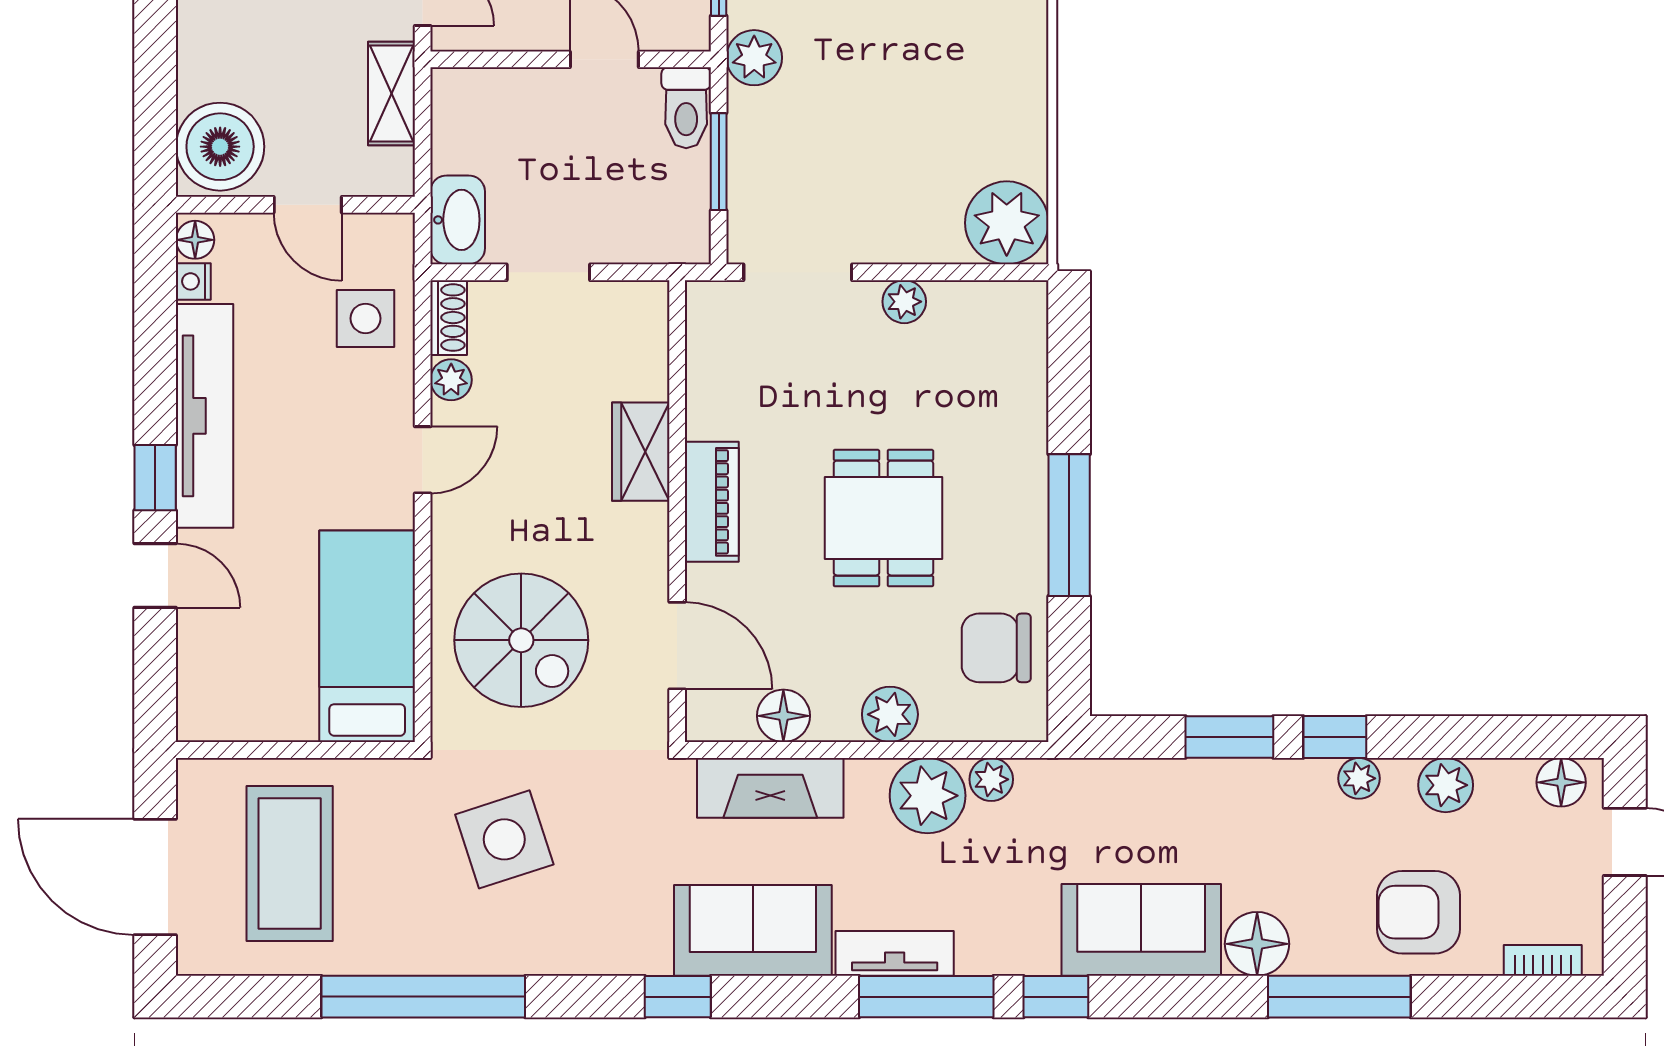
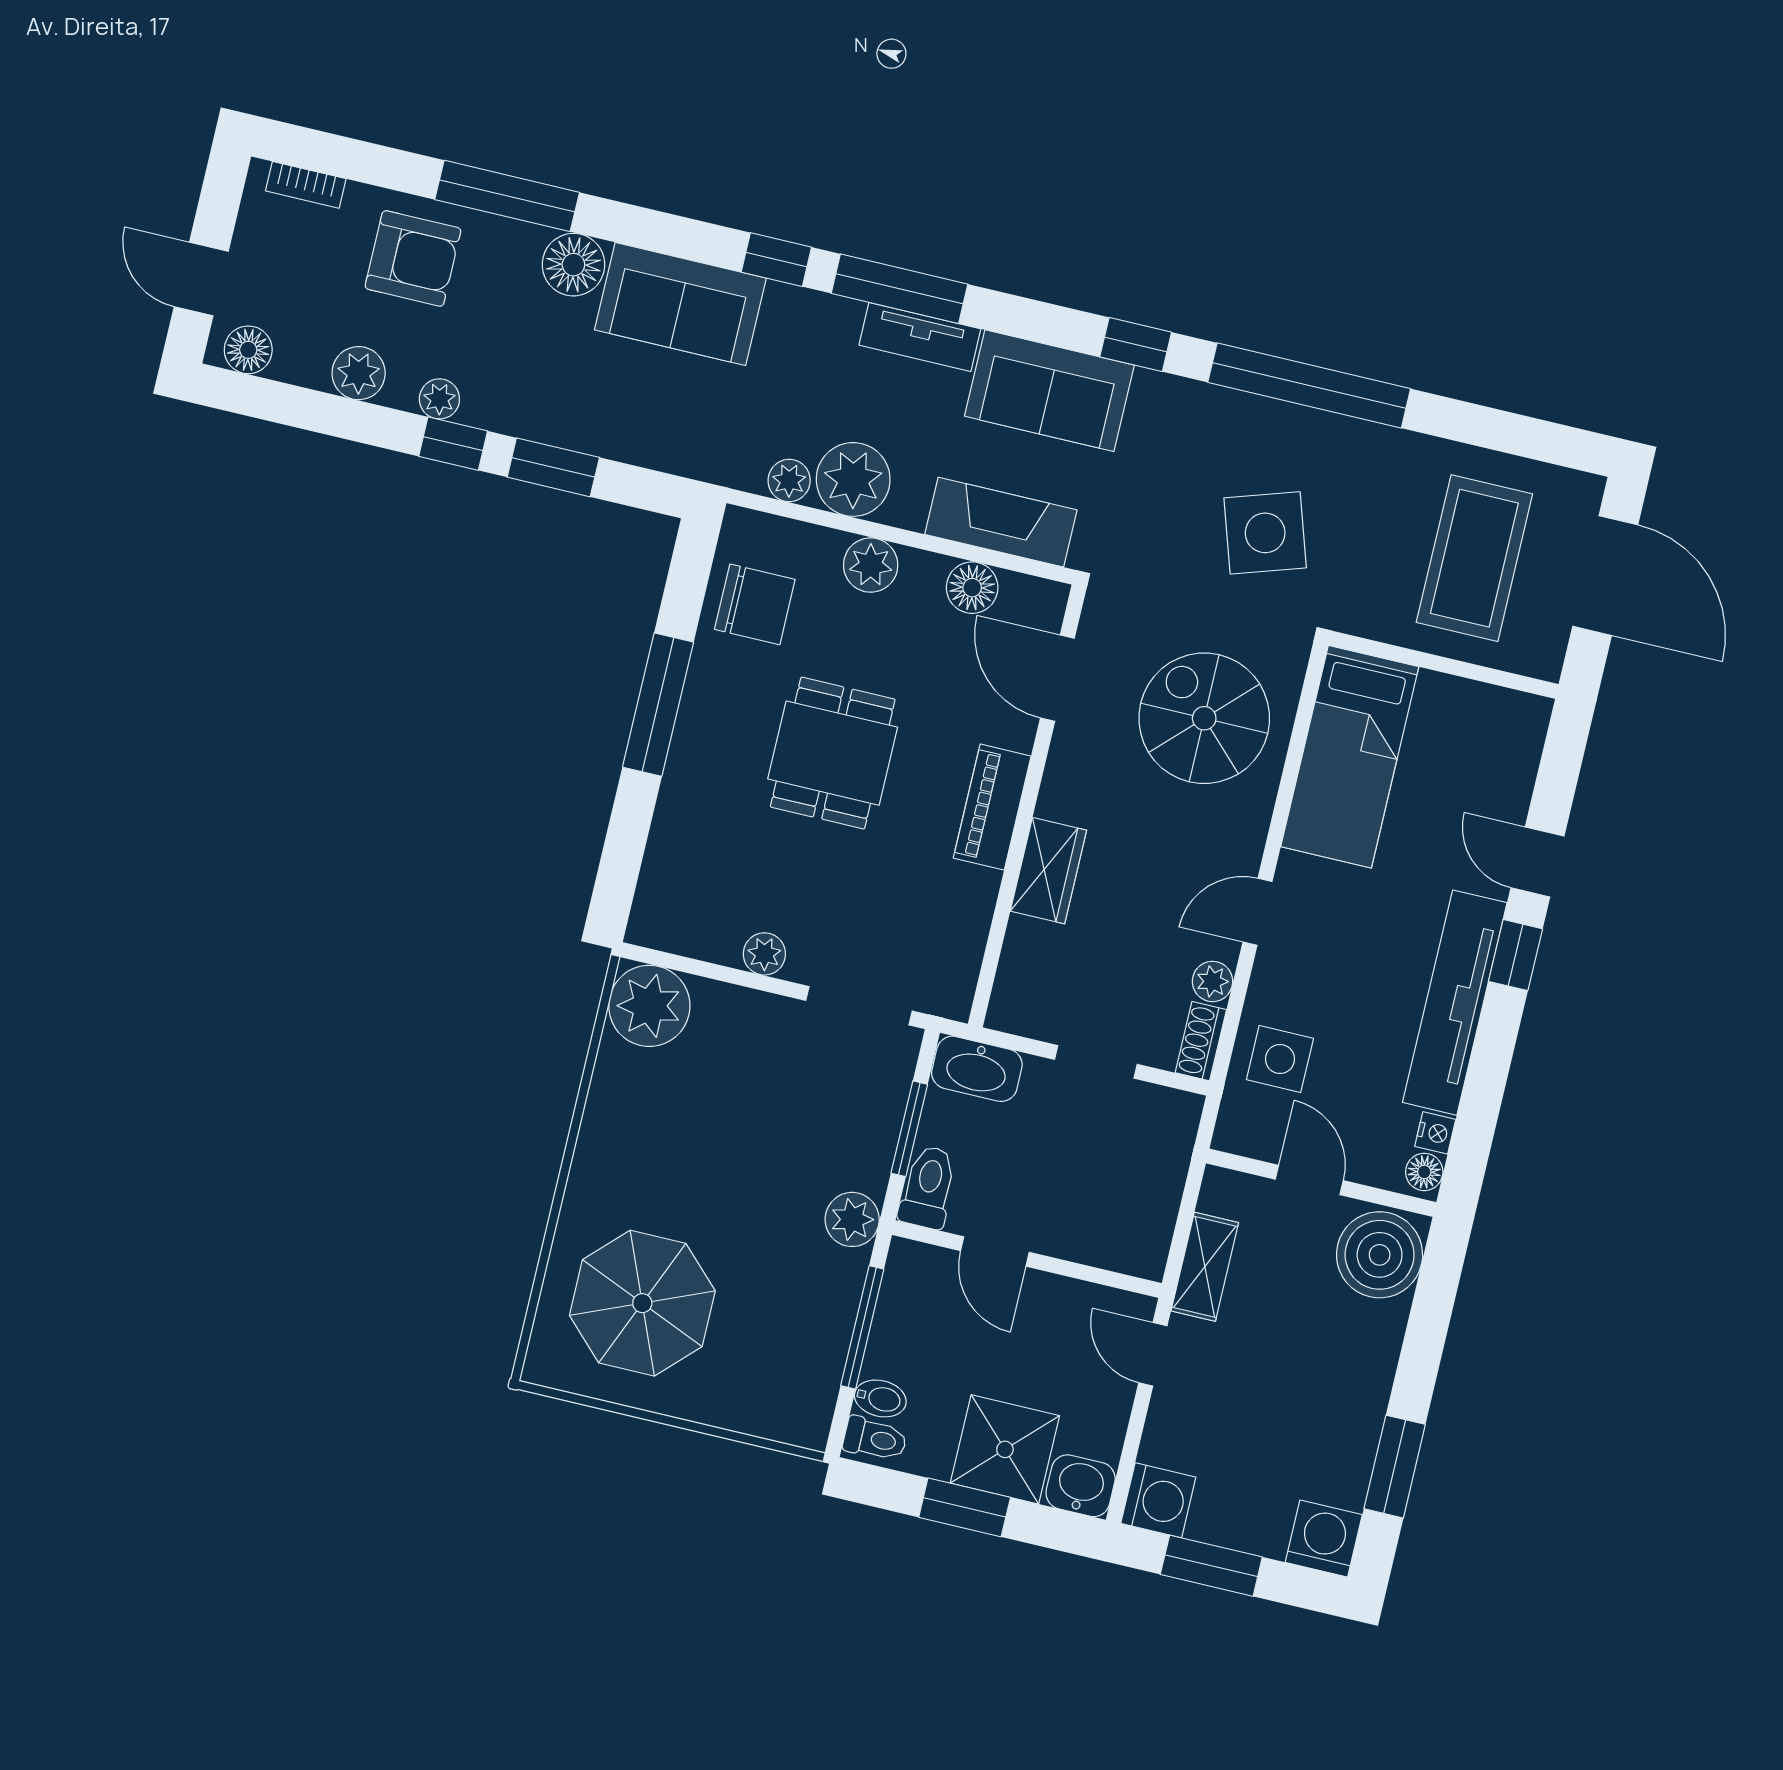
washbasin: (458, 220) -> (977, 1069), moved, turned -90
window: (423, 997) -> (1309, 386), moved

